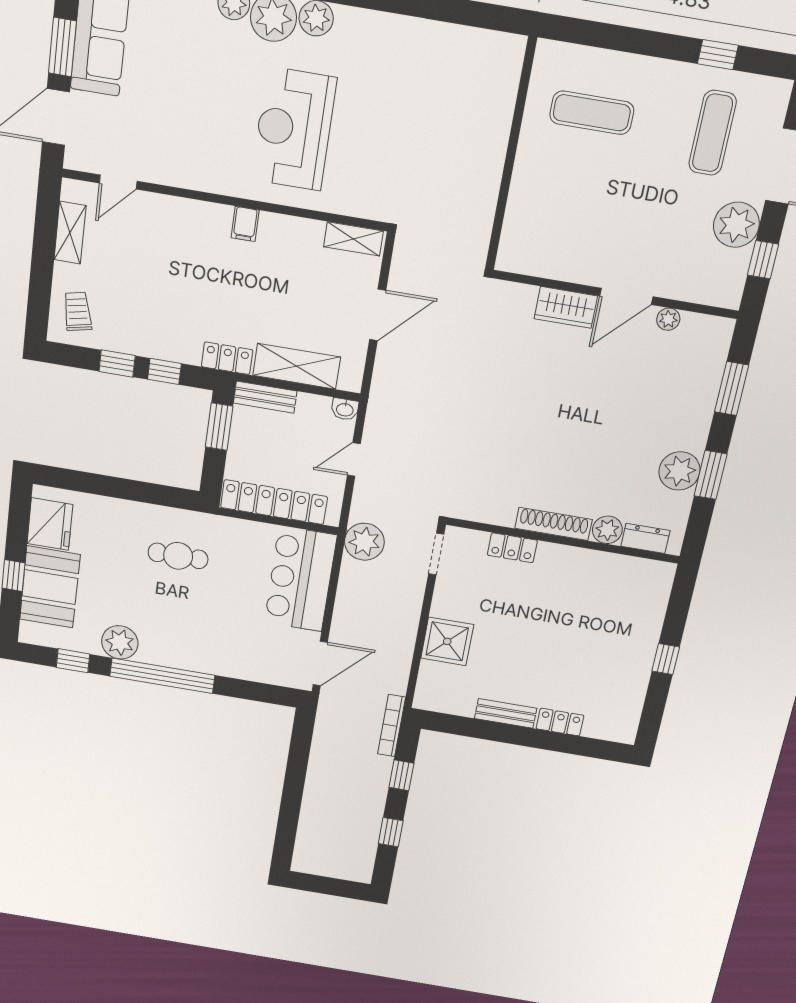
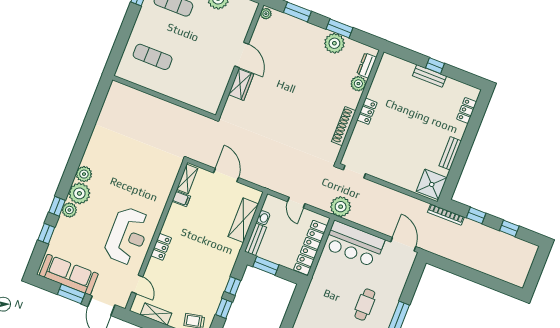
exercise mat: (592, 113) -> (153, 57), turned 90
reception desk: (294, 129) -> (127, 236), moved, turned -90
filing cabinet: (245, 224) -> (181, 199), moved
plant: (668, 319) -> (266, 14), moved
locker: (227, 358) -> (161, 247), moved, turned 180
washbasin: (345, 409) -> (263, 218), moved
shoe rack: (554, 524) -> (344, 126), moved
locker: (512, 548) -> (367, 111), moved
cafe table: (178, 556) -> (365, 305), moved
shower: (447, 641) -> (432, 184), moved
bench: (644, 653) -> (429, 76), added
locker: (560, 722) -> (467, 110), moved

